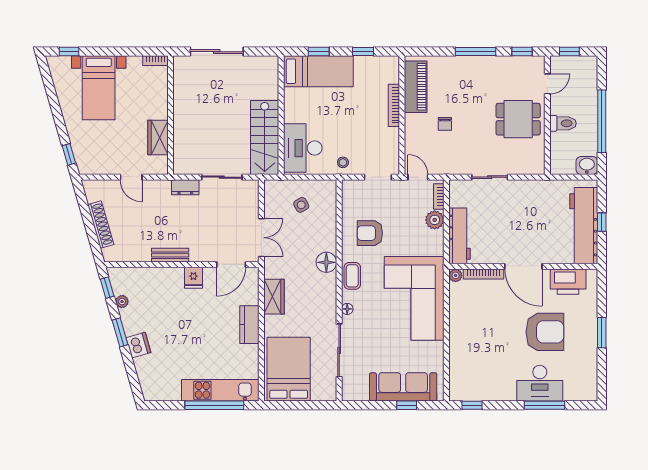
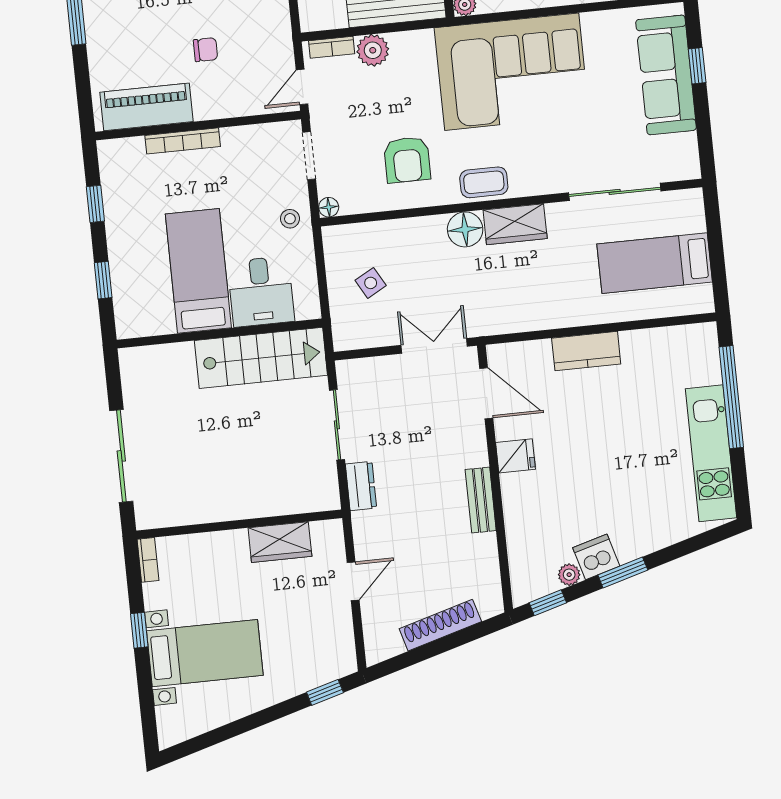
window: (69, 52) -> (139, 630), moved
bed: (318, 71) -> (198, 271), moved
desk: (303, 148) -> (261, 292), width x0.73
wardrobe: (274, 297) -> (515, 224), moved, turned 180
floor lamp: (347, 309) -> (329, 207), moved
dishwasher: (138, 345) -> (596, 557), moved
bed: (289, 369) -> (655, 263), width x0.67
kitchen unit: (220, 390) -> (711, 453), moved

